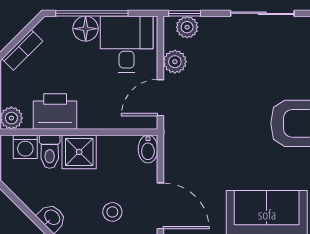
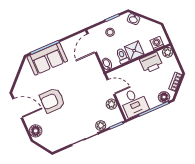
plant: (187, 27) -> (101, 126), moved
floor lamp: (86, 29) -> (164, 97), moved
door: (160, 98) -> (111, 87), hinge flipped
toilet: (50, 152) -> (122, 56), moved
door: (160, 206) -> (92, 43), hinge flipped

